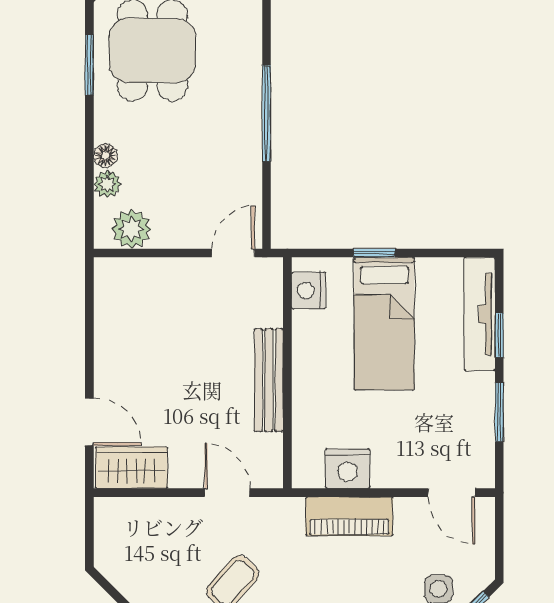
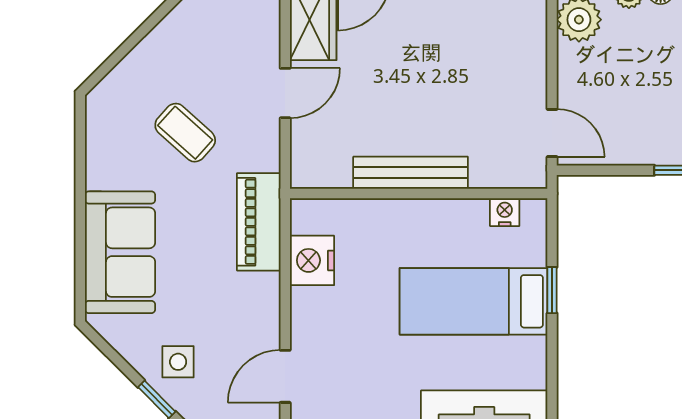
nightstand: (308, 290) -> (505, 212), width x0.72, depth x0.74
door: (227, 493) -> (285, 93), moved
piano: (349, 516) -> (259, 222), moved

